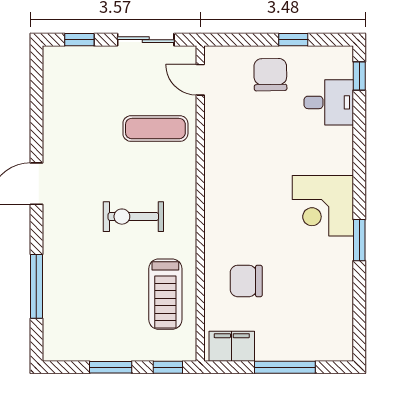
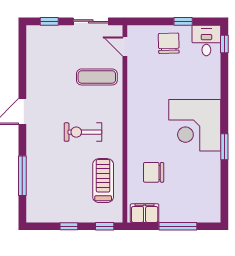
desk: (329, 102) -> (206, 40), moved, turned -90
corner desk: (323, 206) -> (195, 125), width x1.36, depth x1.36
treadmill: (165, 294) -> (103, 181), turned 180
window: (111, 367) -> (69, 226), width x0.67

